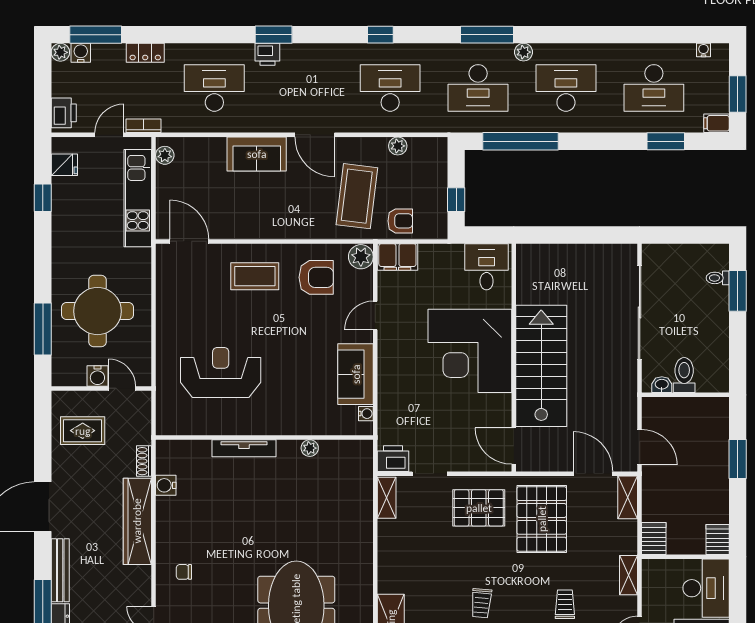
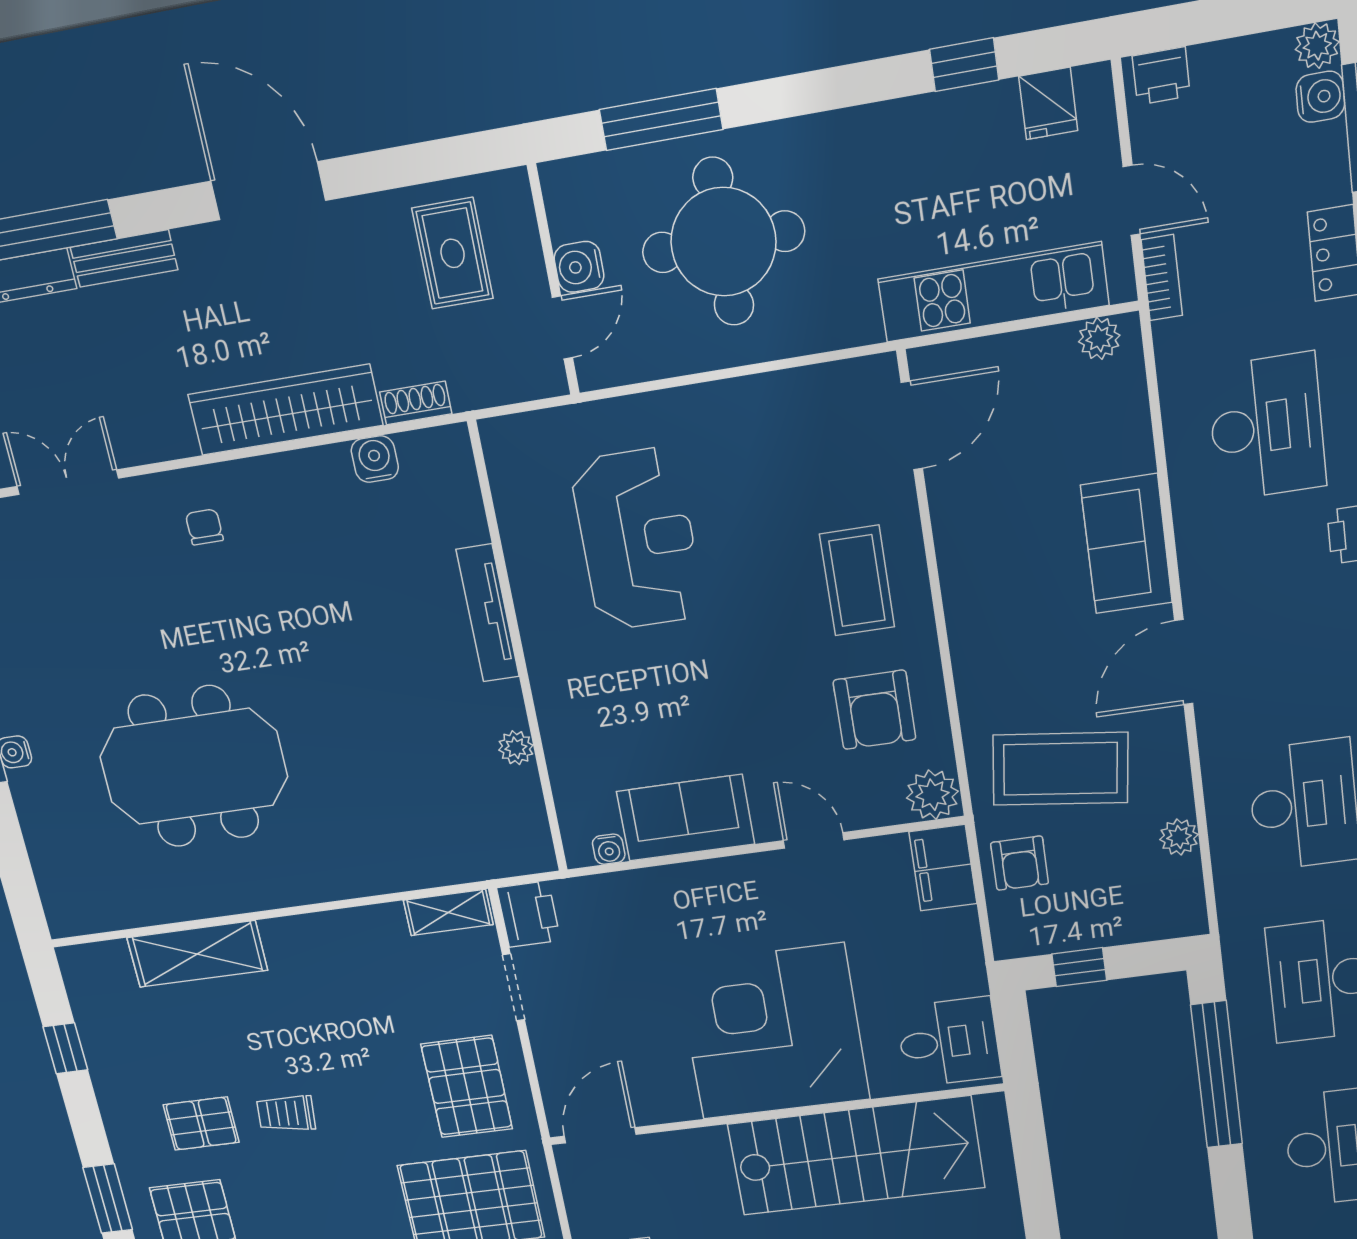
printer: (64, 113) -> (1161, 76), width x0.73, depth x0.81
stairs: (541, 366) -> (856, 1156), moved
bench: (60, 570) -> (124, 258), width x0.73

